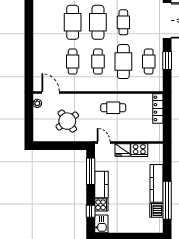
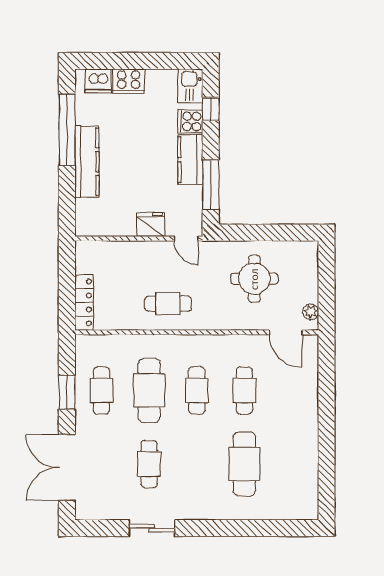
cafe table: (98, 22) -> (197, 464), removed
round table: (67, 121) -> (254, 279), turned 36
cooker: (139, 150) -> (129, 81), moved, turned 180
dishwasher: (156, 210) -> (98, 81), moved, turned 90

